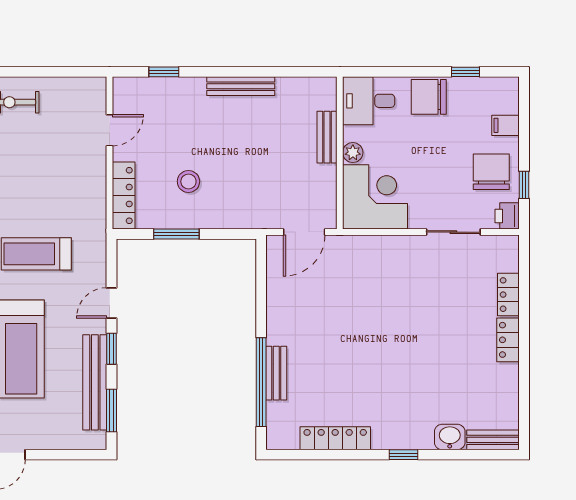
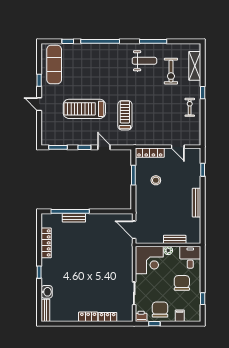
chair: (429, 97) -> (182, 283), moved
chair: (491, 172) -> (160, 310), turned -90
bench: (95, 382) -> (70, 140), removed

